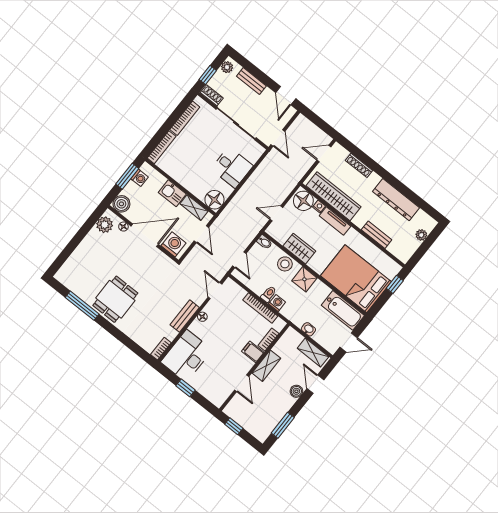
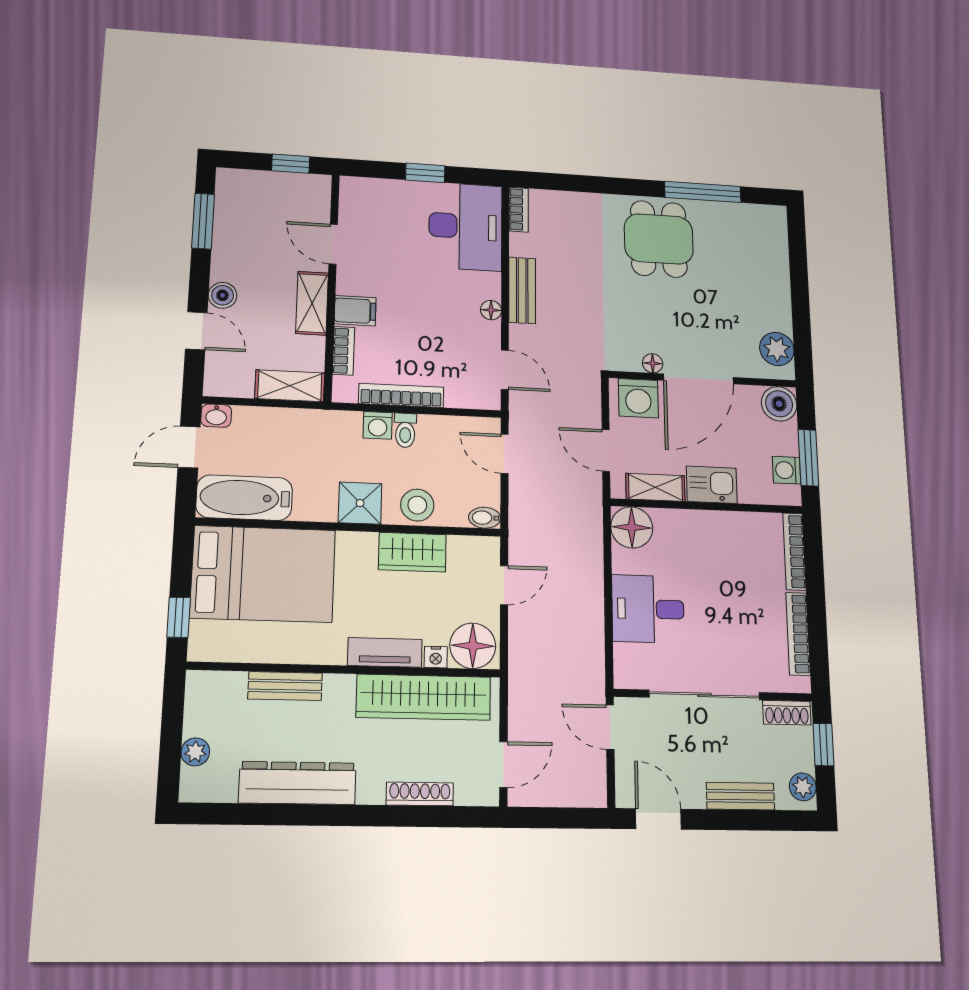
floor lamp: (123, 227) -> (653, 363), moved
washbasin: (308, 329) -> (216, 416), moved
shelving: (313, 352) -> (290, 386), moved

